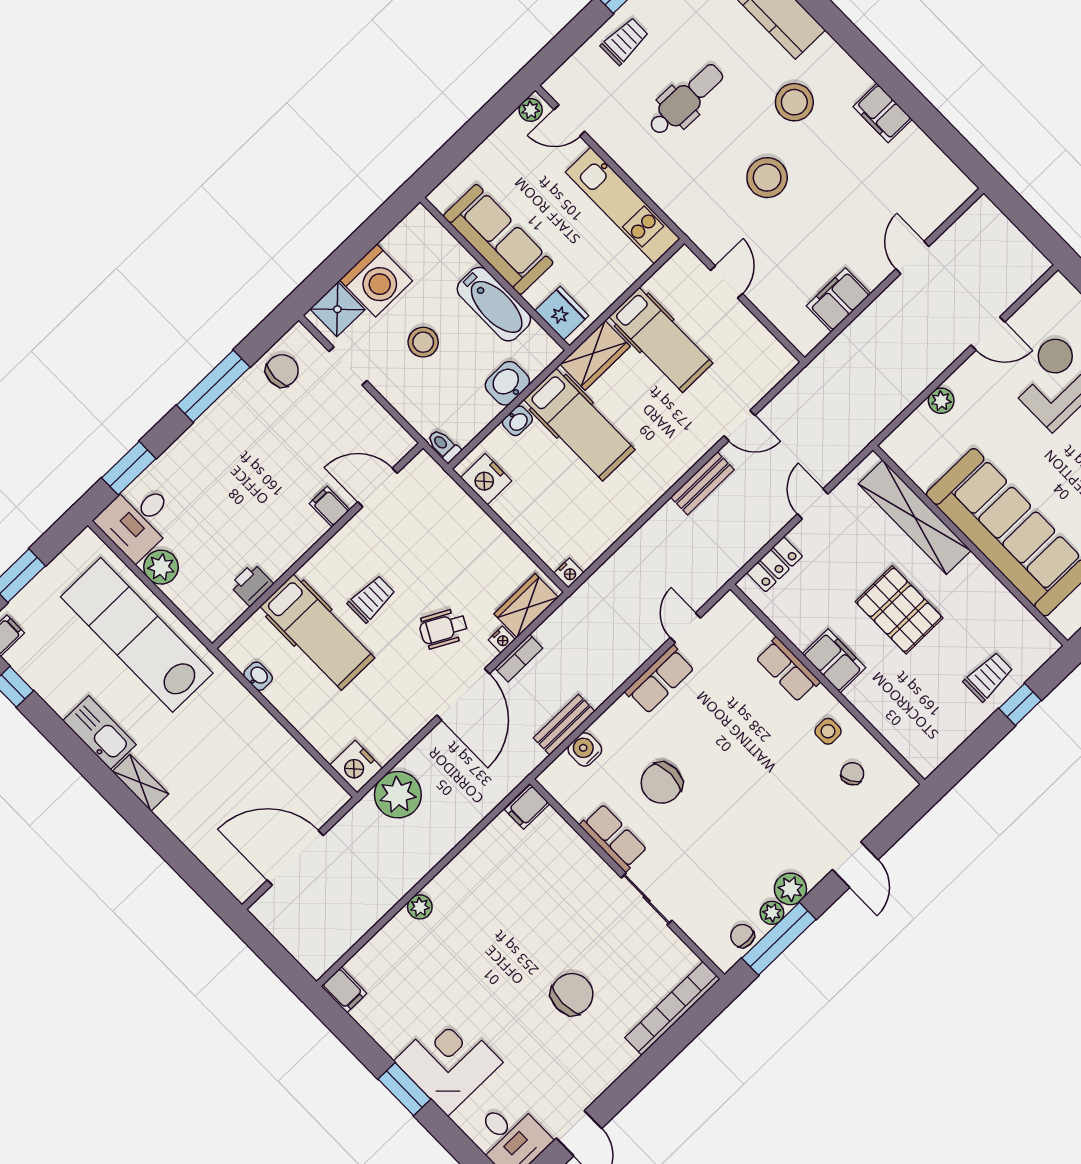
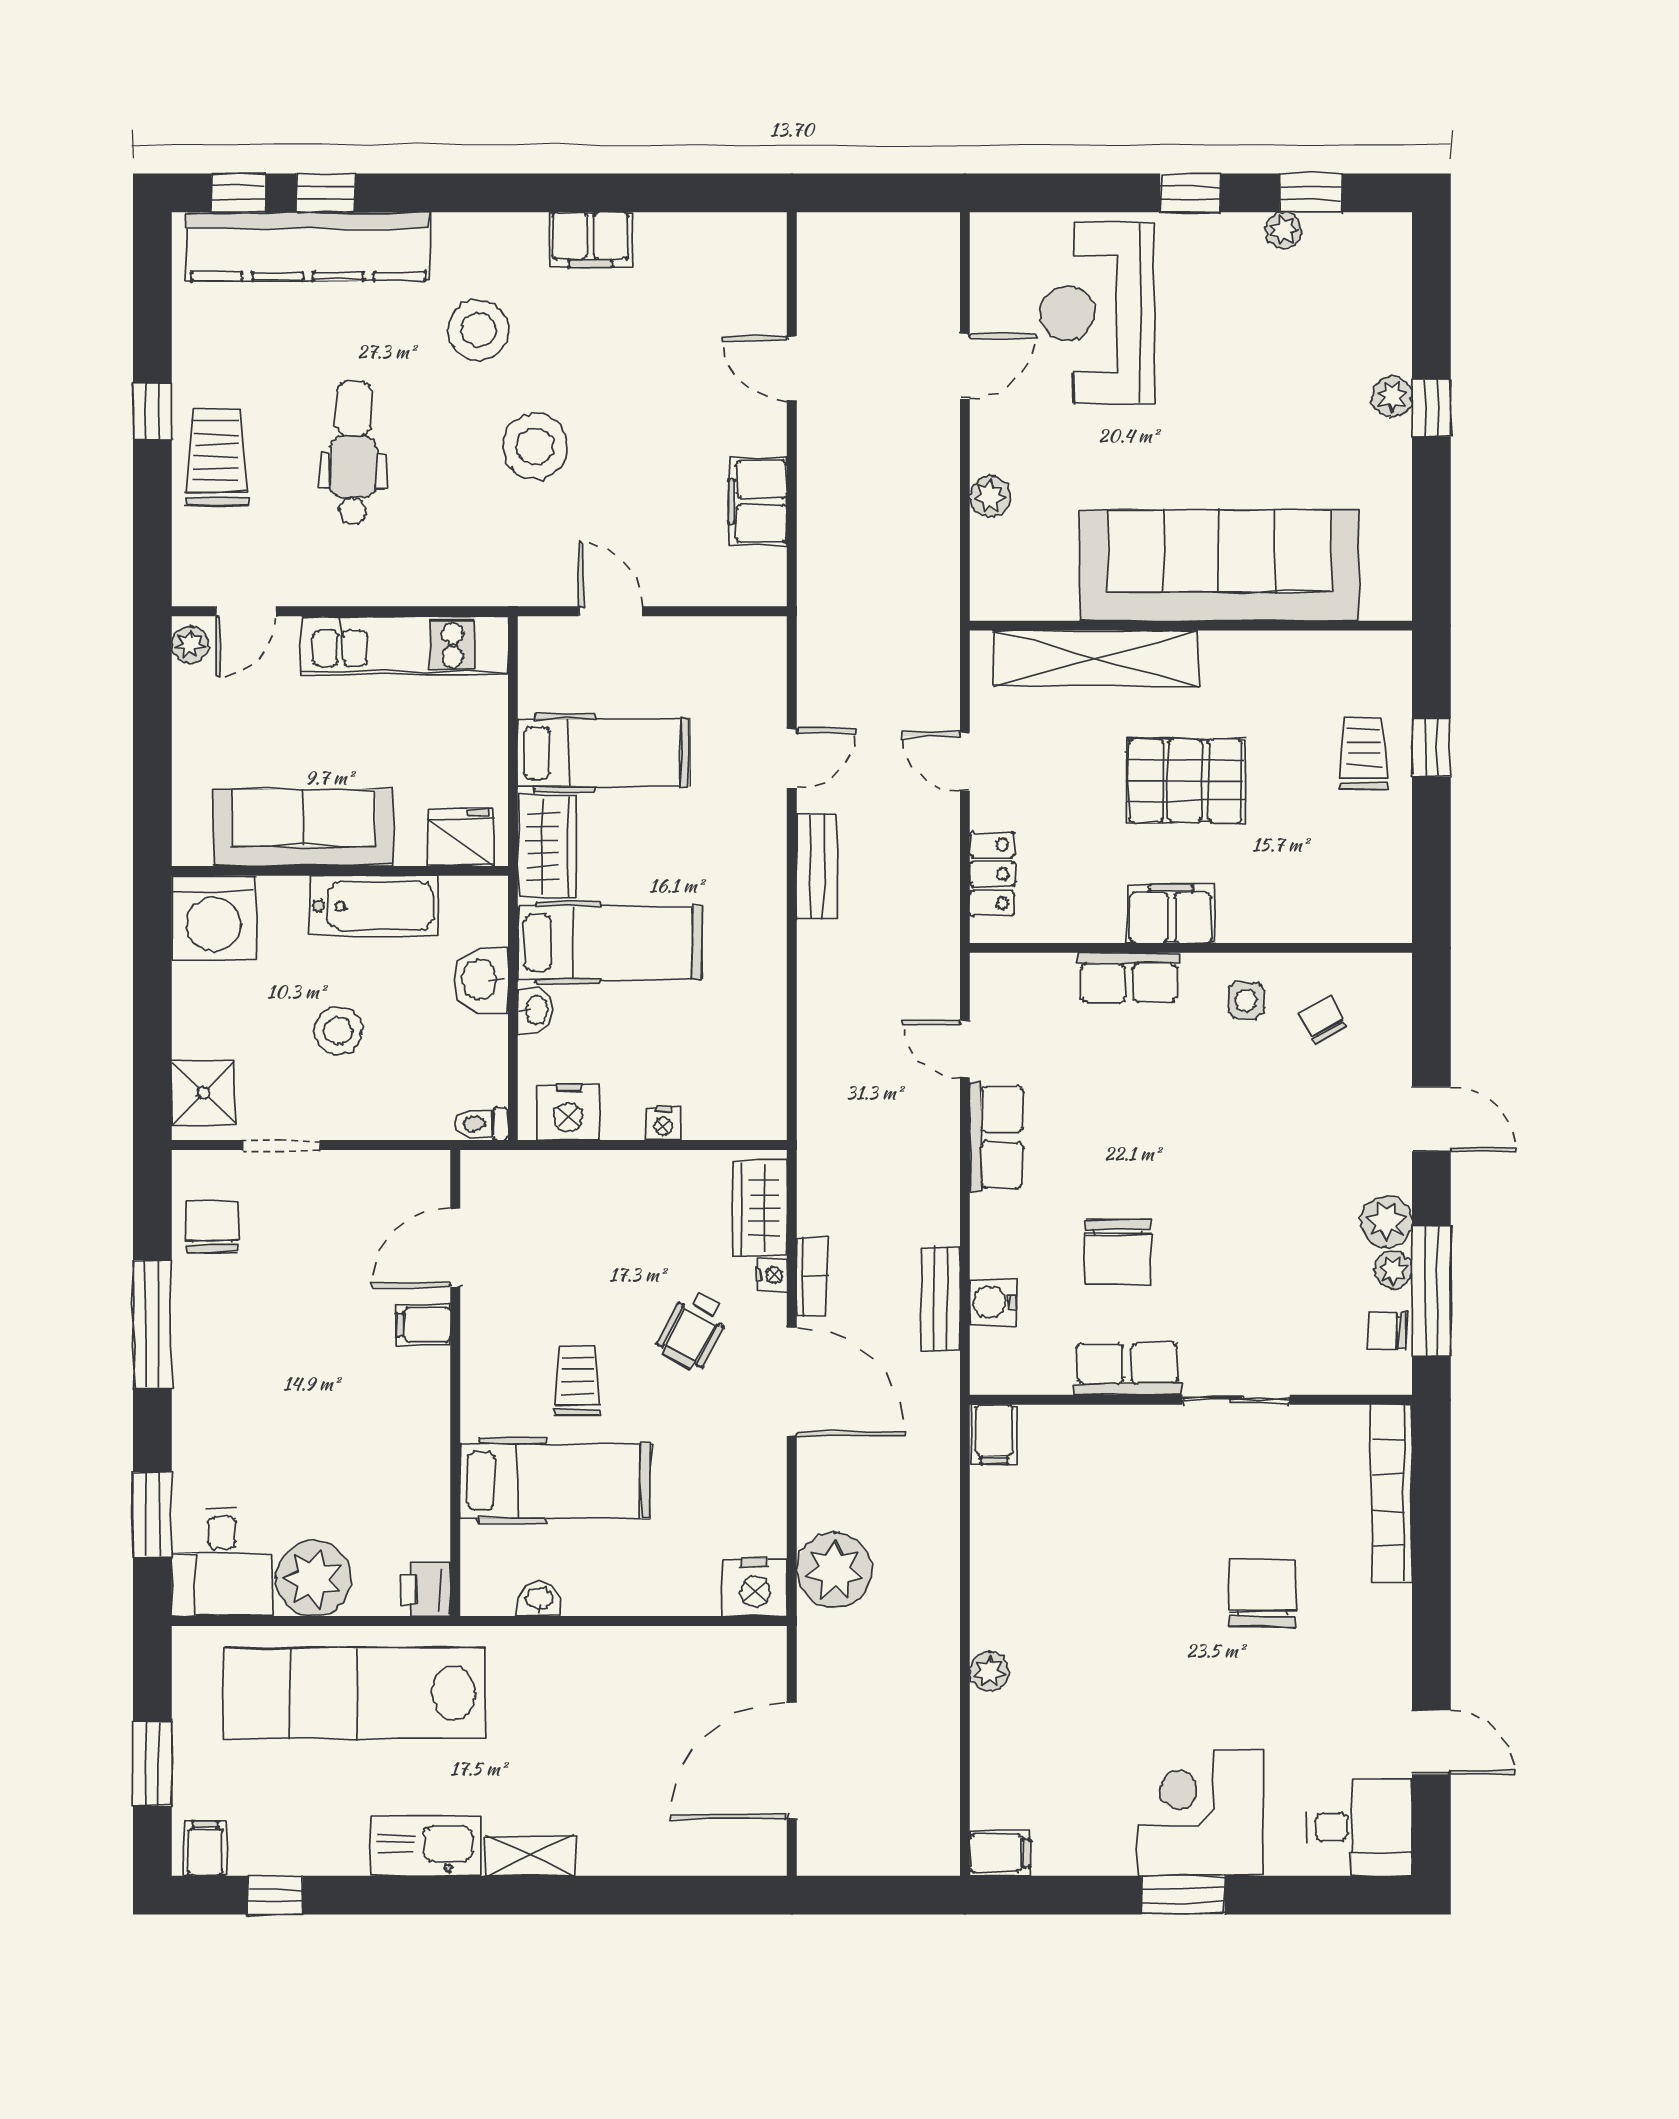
trolley: (625, 41) -> (216, 457), width x1.36, depth x1.39
washing machine: (376, 280) -> (213, 918), moved, turned 90
plant: (161, 567) -> (313, 1579), width x1.36, depth x1.36
nightstand: (569, 573) -> (663, 1123), moved, turned 90
printer: (252, 585) -> (426, 1589), moved

